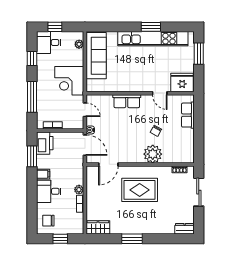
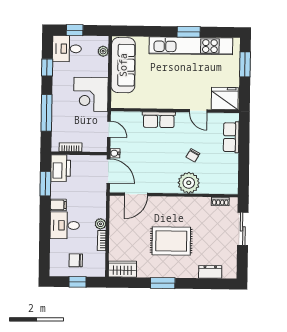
rug: (140, 190) -> (171, 241), moved
chair: (48, 221) -> (76, 260), moved
dresser: (185, 229) -> (210, 272), moved

